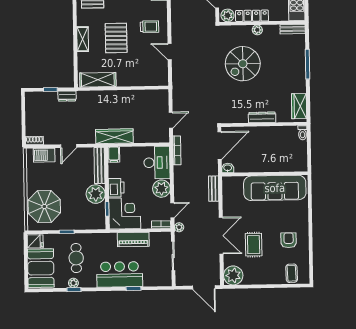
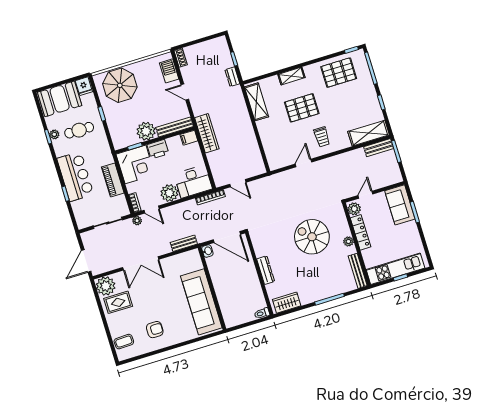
bench: (293, 29) -> (358, 271), width x1.36
rug: (254, 245) -> (118, 302), moved

